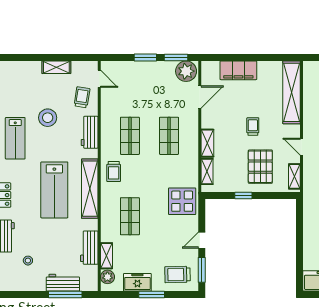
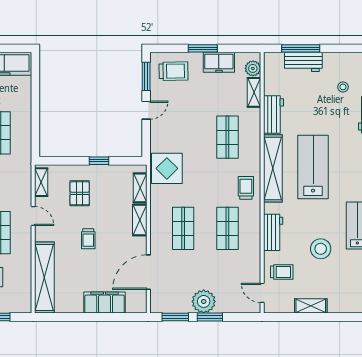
plant: (186, 71) -> (204, 301), moved
trolley: (82, 97) -> (282, 272), turned -99
door: (200, 97) -> (148, 272), width x1.36
pallet: (260, 167) -> (80, 193), width x0.67, depth x0.71
display table: (182, 201) -> (167, 168), moved
workbench: (89, 248) -> (274, 114), moved

